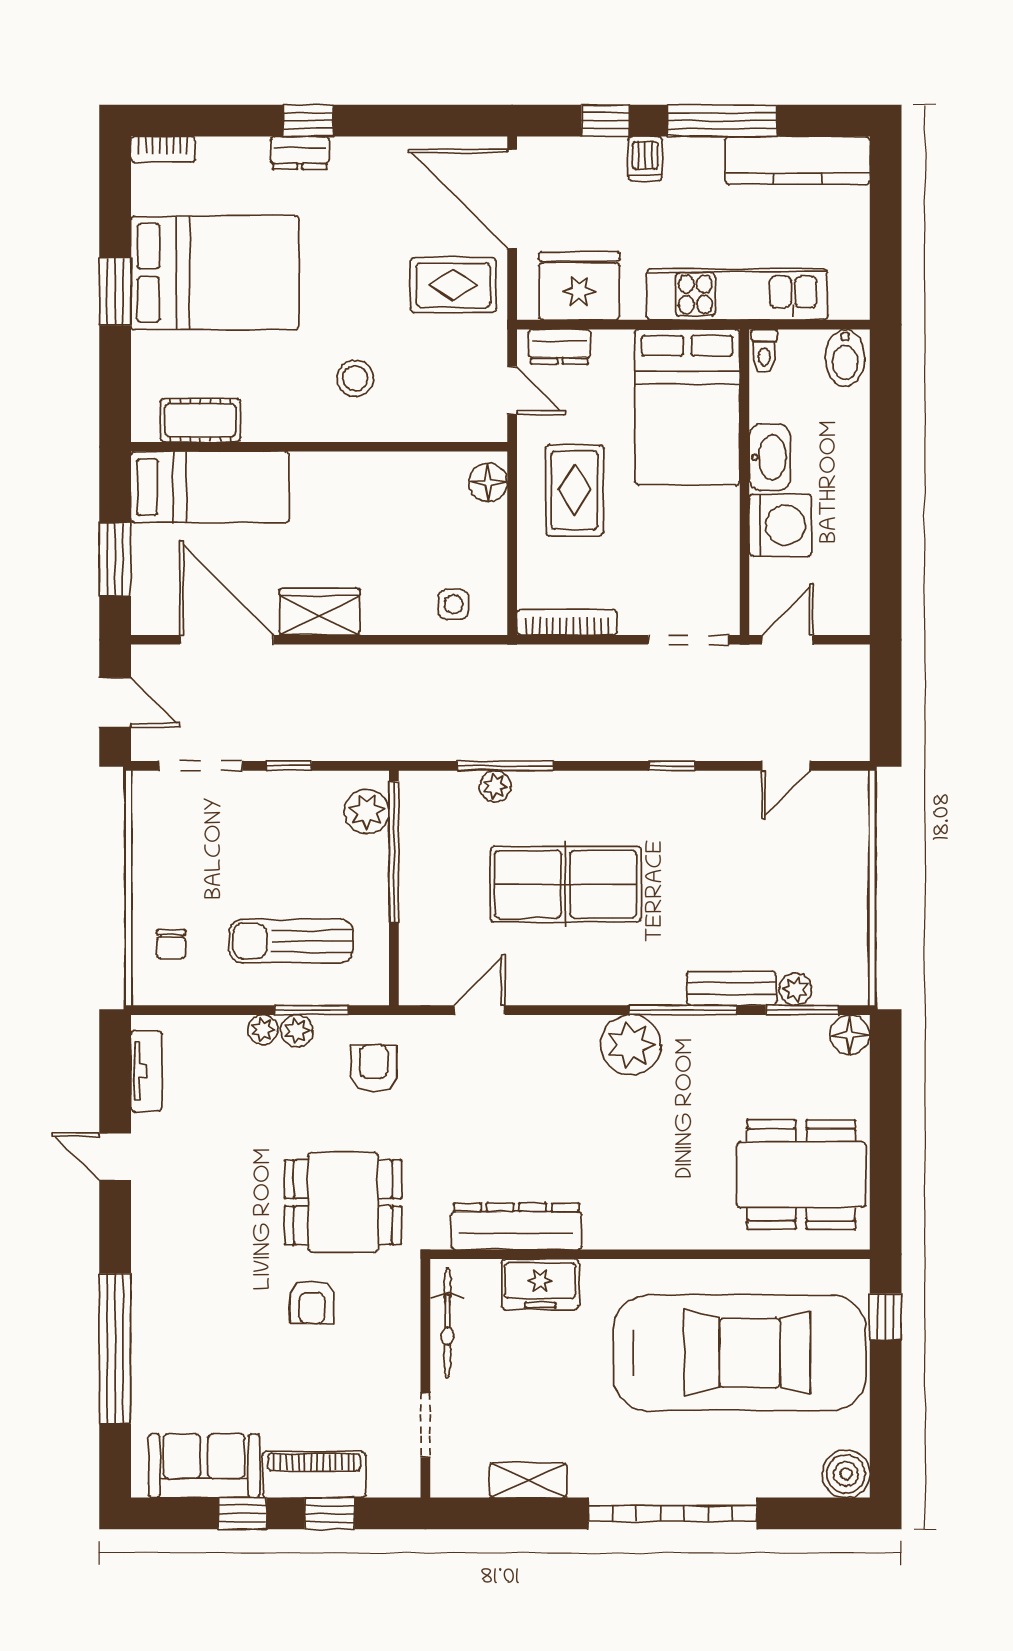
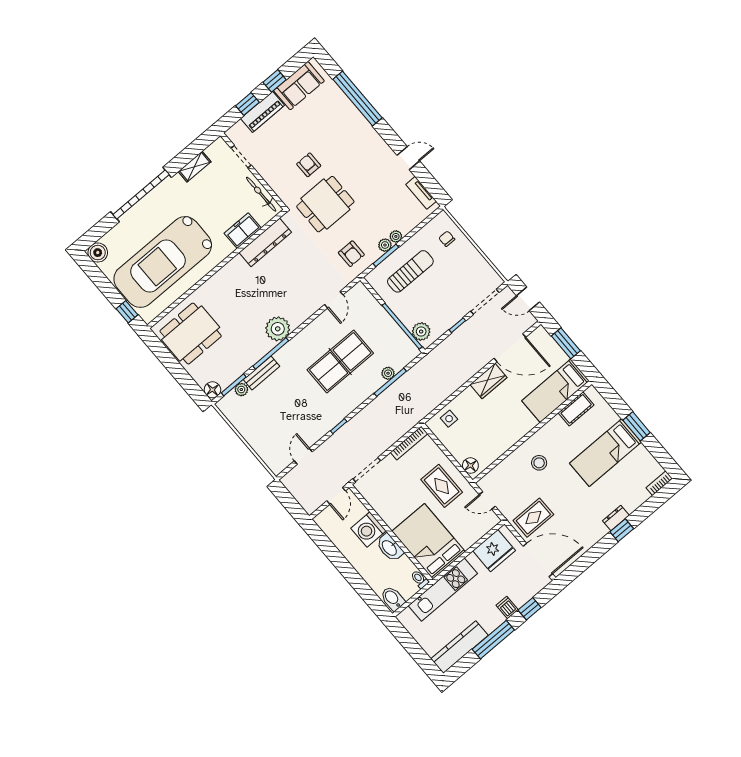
bed: (215, 273) -> (605, 453), width x0.67
dresser: (560, 347) -> (484, 527), removed

